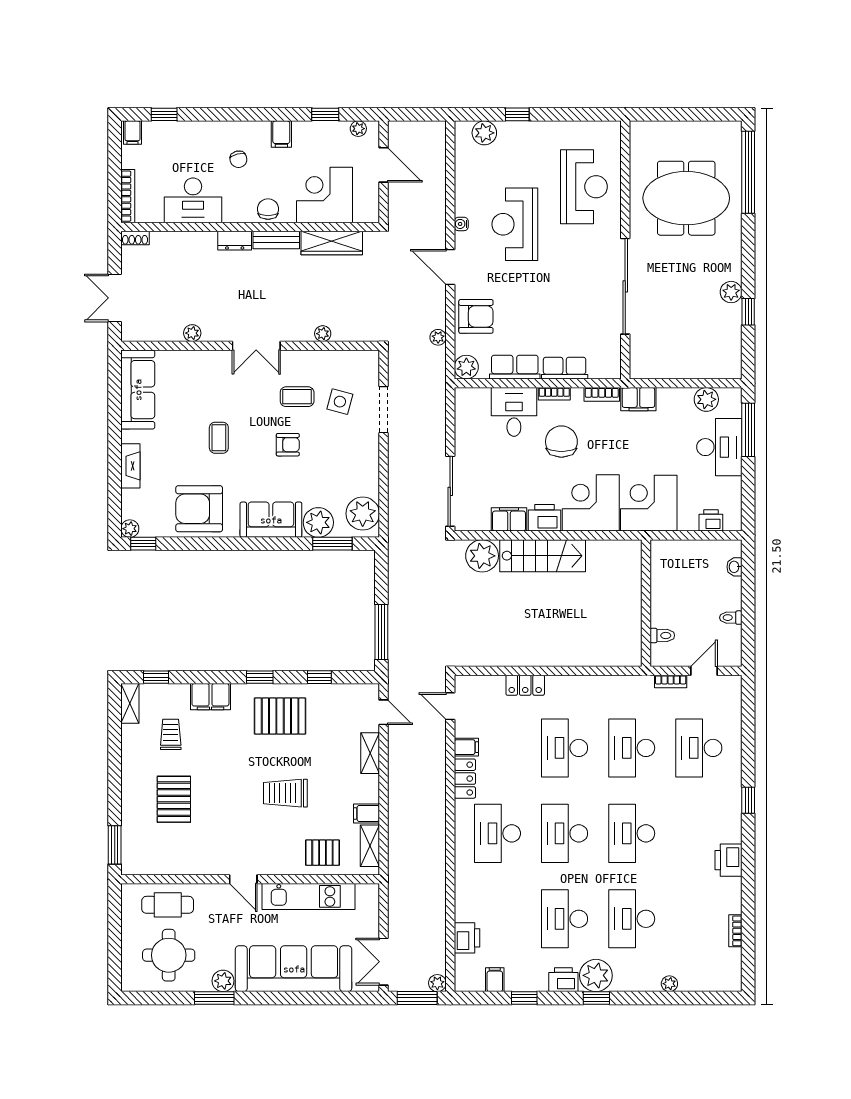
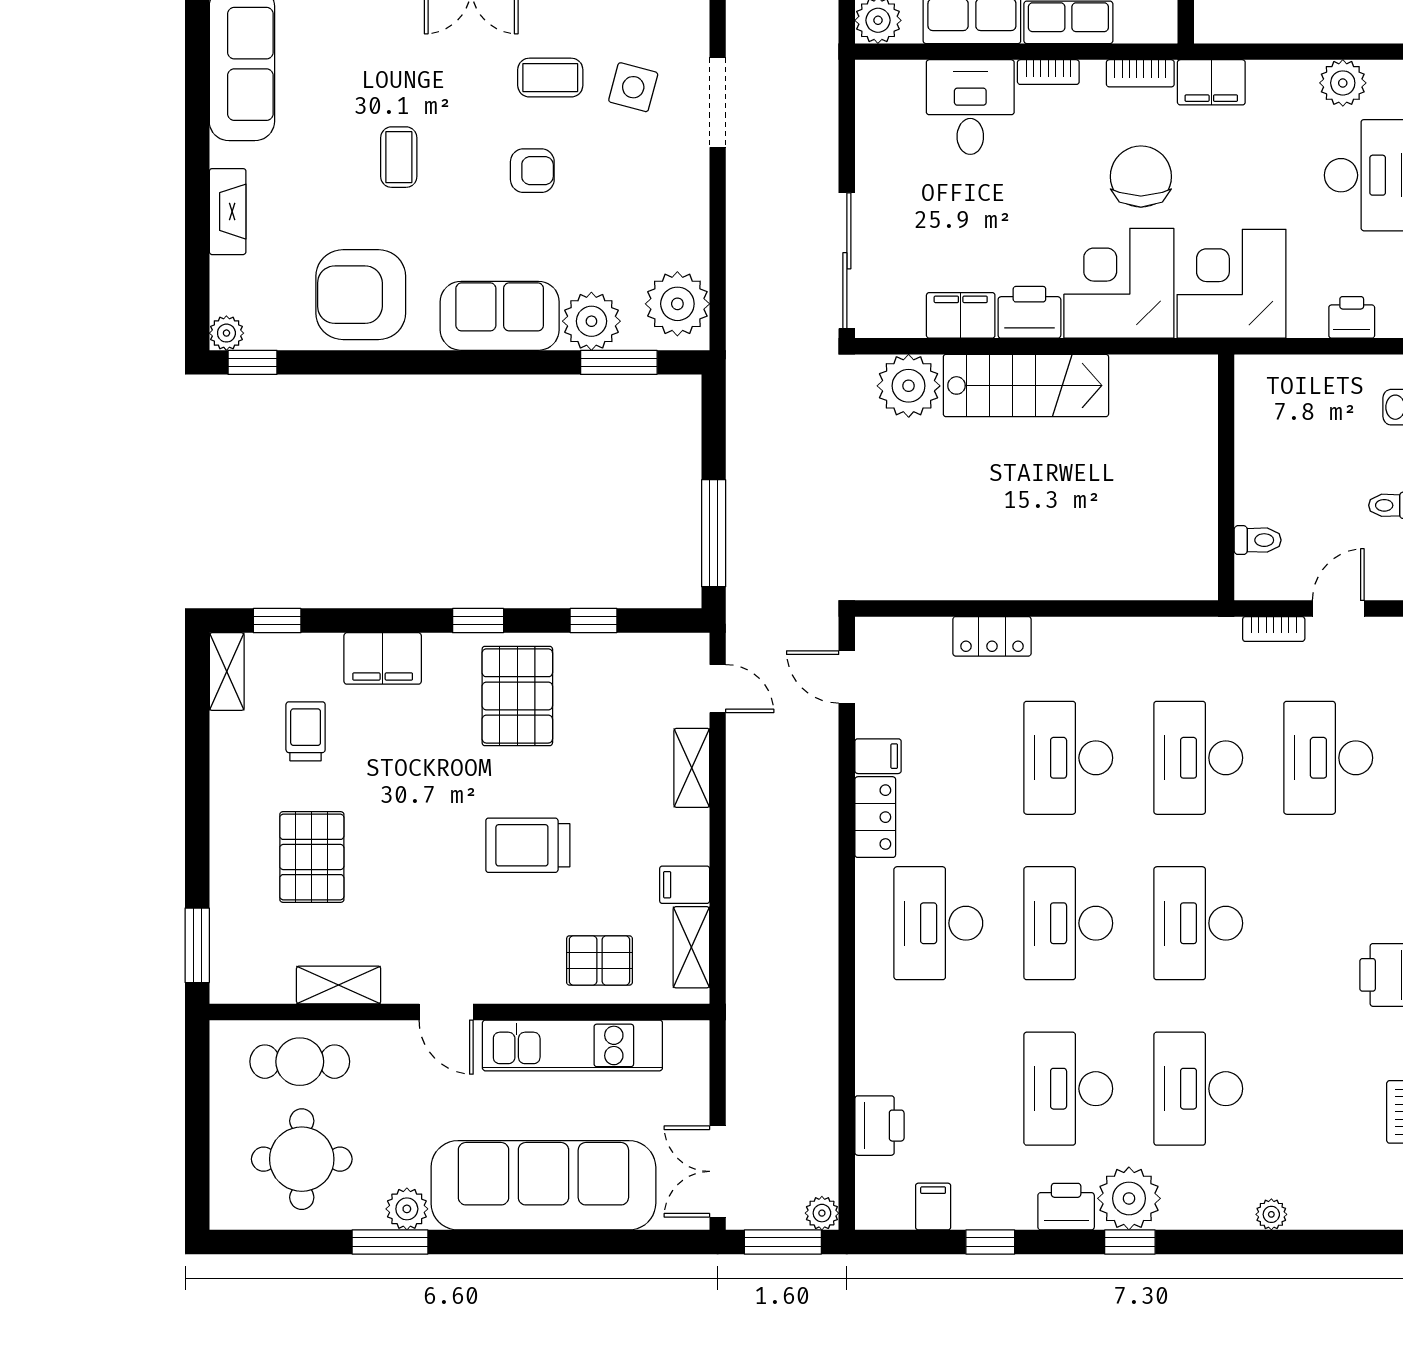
chair: (561, 442) -> (1141, 177), moved
pallet: (280, 716) -> (517, 696), turned 90
shelving: (188, 865) -> (339, 985), added

